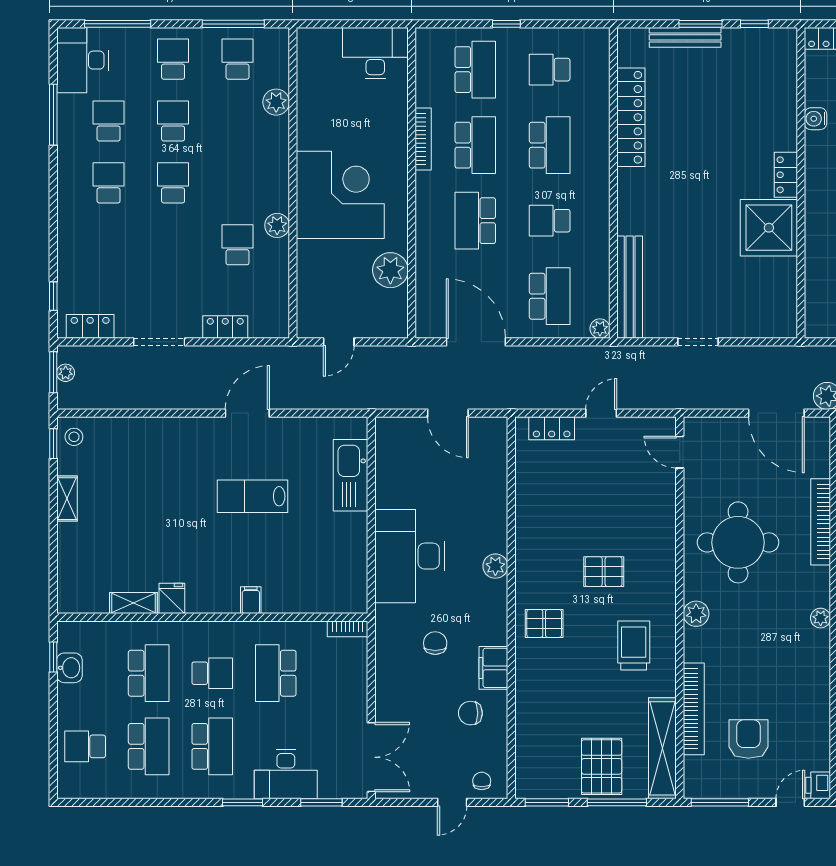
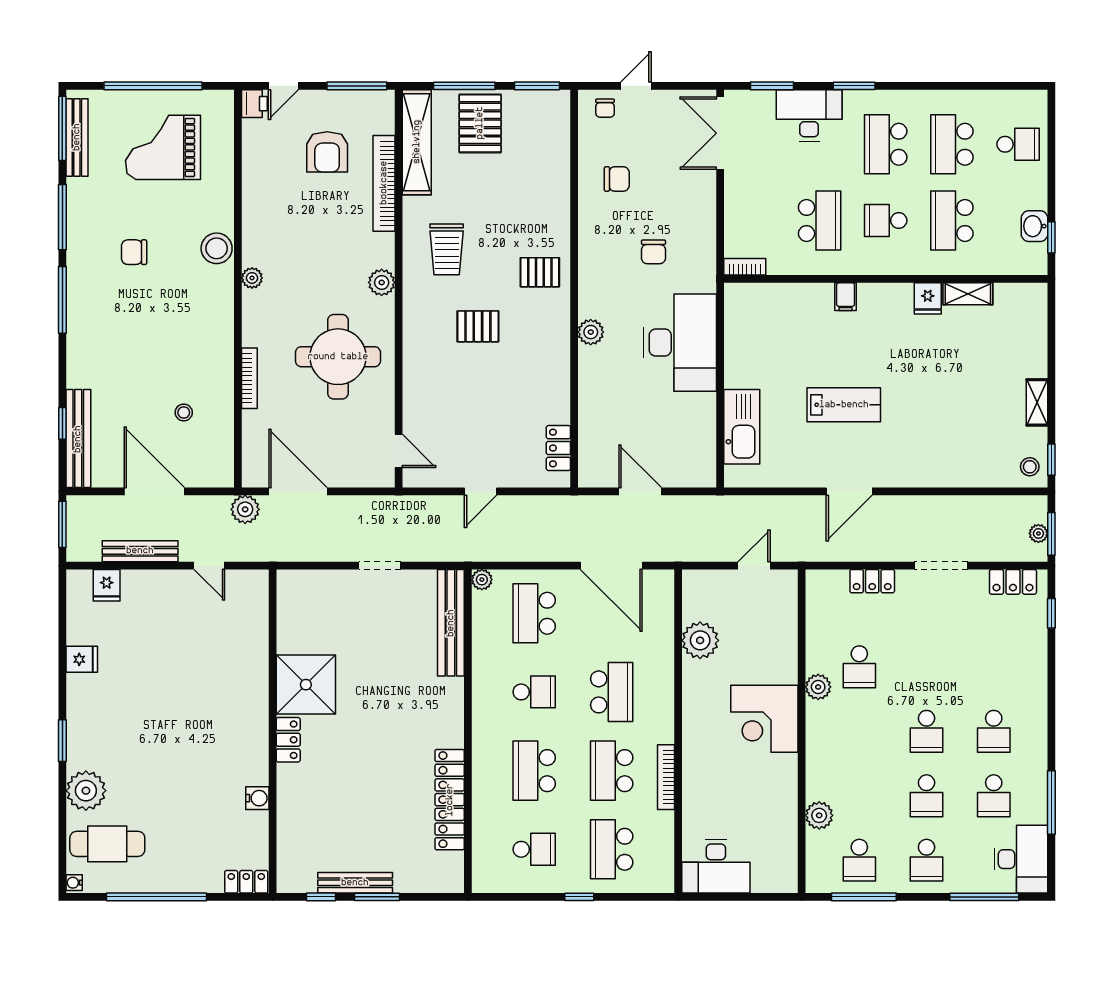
bench: (685, 37) -> (355, 883), moved
corner desk: (340, 195) -> (764, 719), width x0.74, depth x0.74
locker: (552, 428) -> (558, 448), moved, turned -90
bookcase: (821, 522) -> (249, 378), width x0.68, depth x0.76
filing cabinet: (493, 668) -> (593, 226), removed

